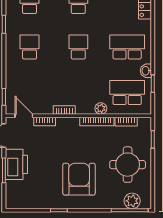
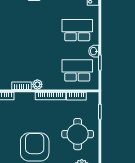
school desk: (78, 47) -> (34, 30), removed
plant: (101, 108) -> (37, 84), moved

